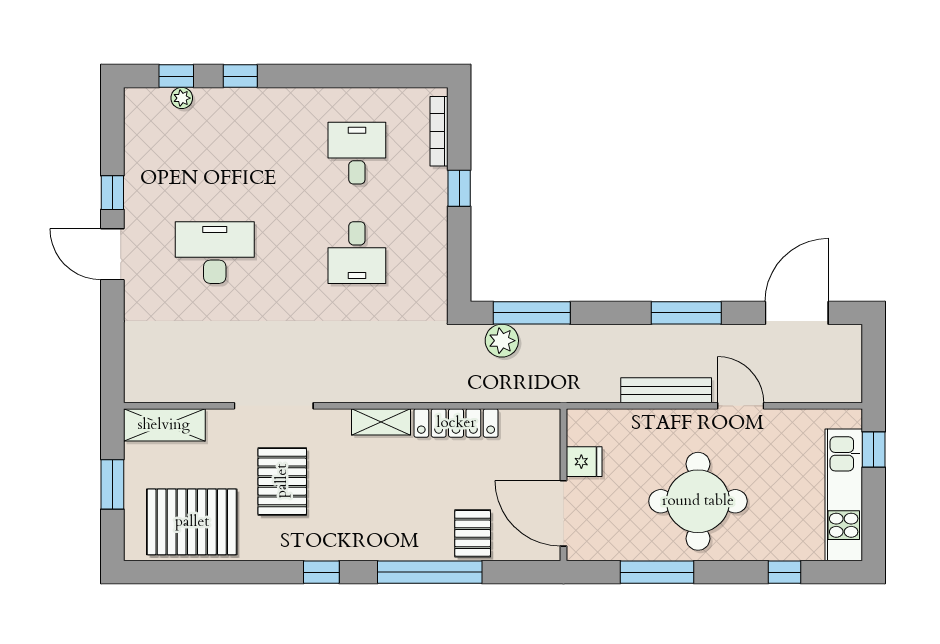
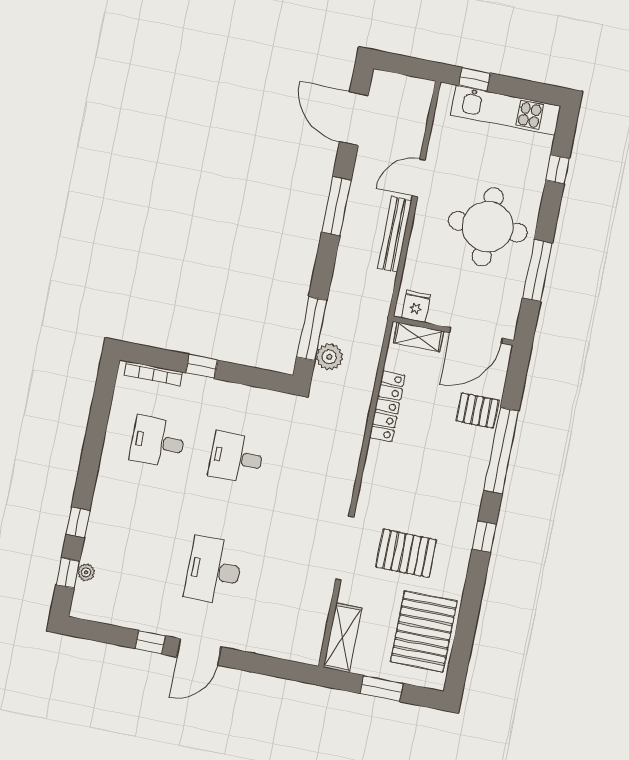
desk: (357, 253) -> (236, 458), turned 180
shelving: (381, 422) -> (418, 337), moved, turned 90
fridge: (584, 462) -> (416, 306), moved

